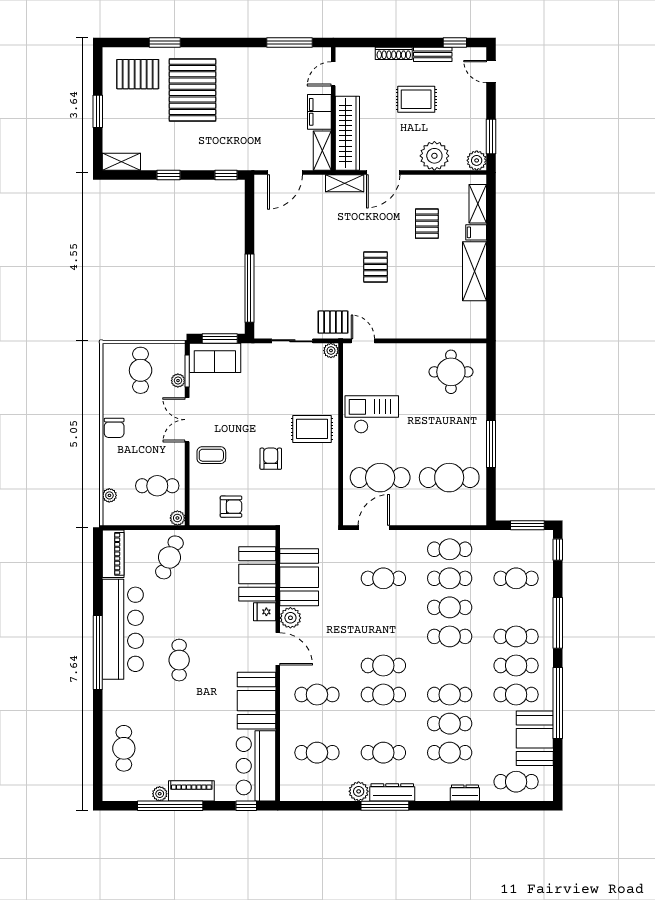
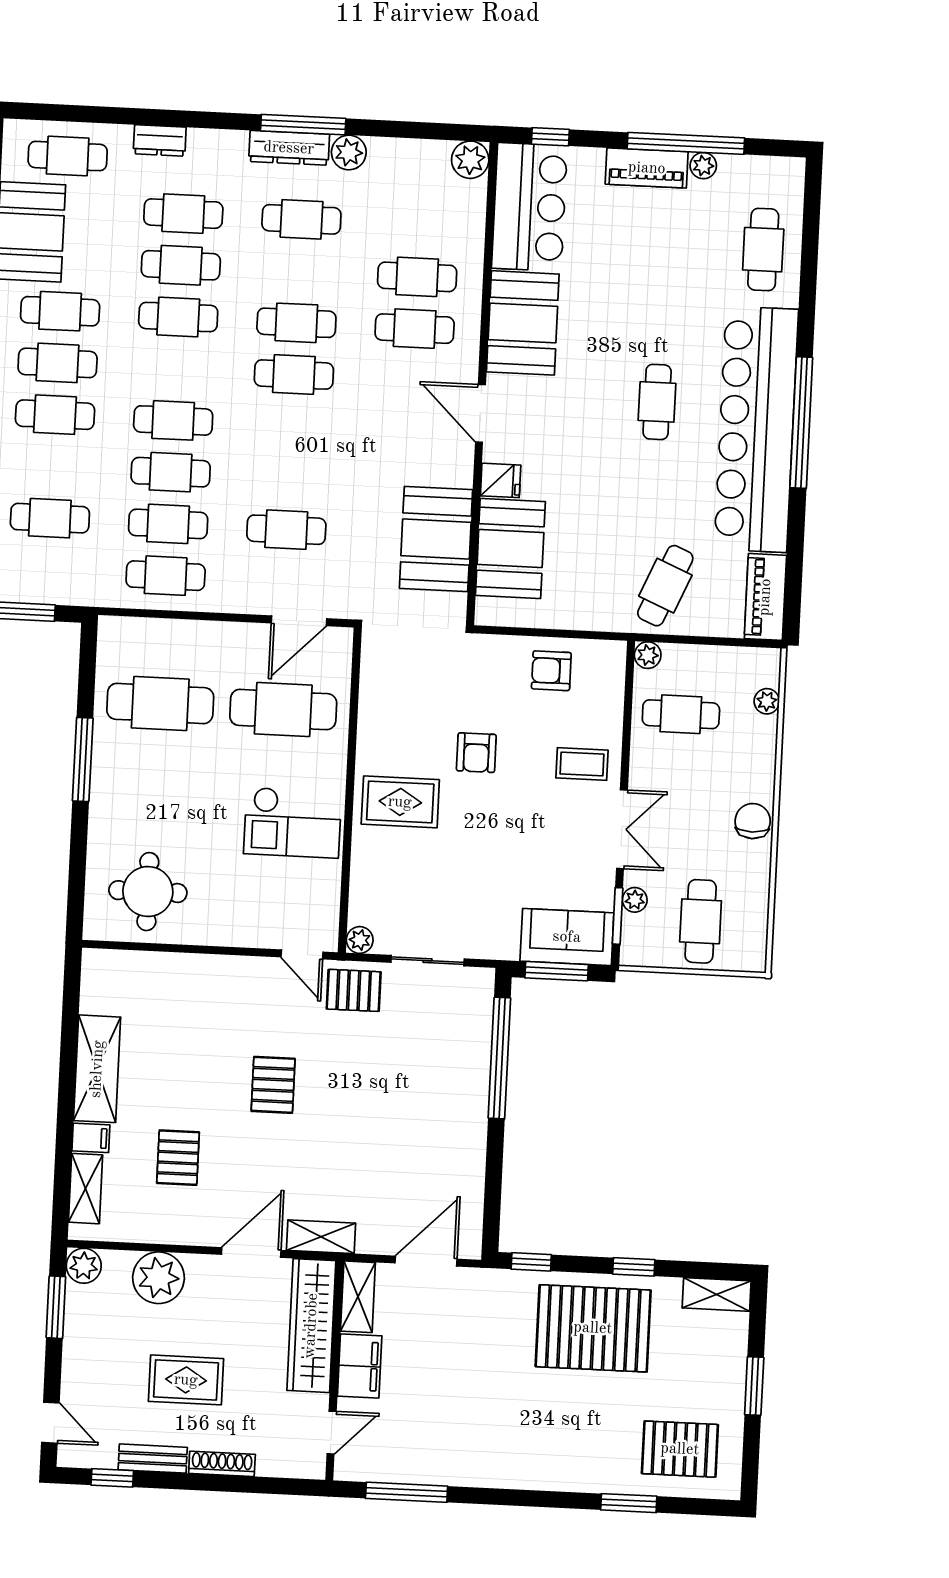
pallet: (193, 90) -> (593, 1328), moved, turned 90
plant: (290, 618) -> (470, 160), moved
bar counter: (123, 629) -> (756, 429), width x1.36
cafe table: (317, 753) -> (417, 277), moved

